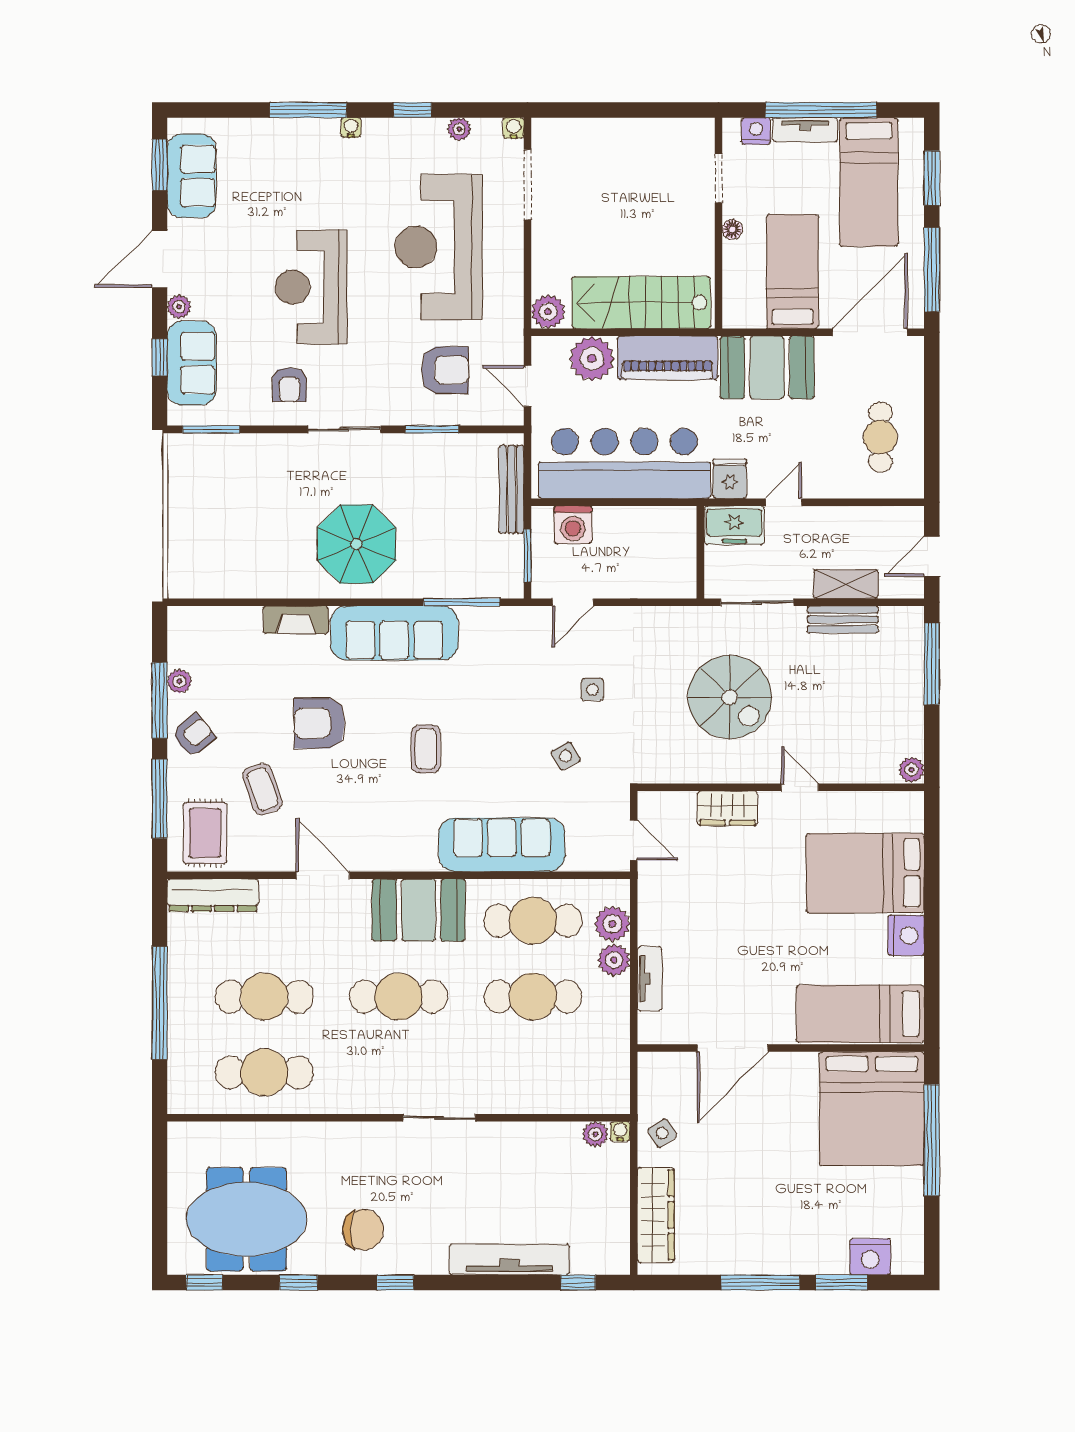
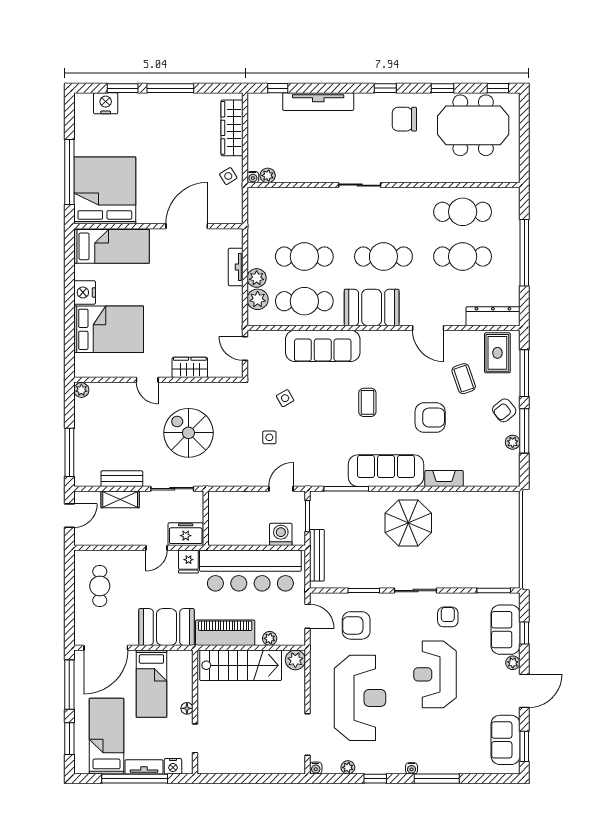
reception desk: (311, 287) -> (435, 674), turned 180
plant: (592, 359) -> (270, 638), width x0.53, depth x0.53

